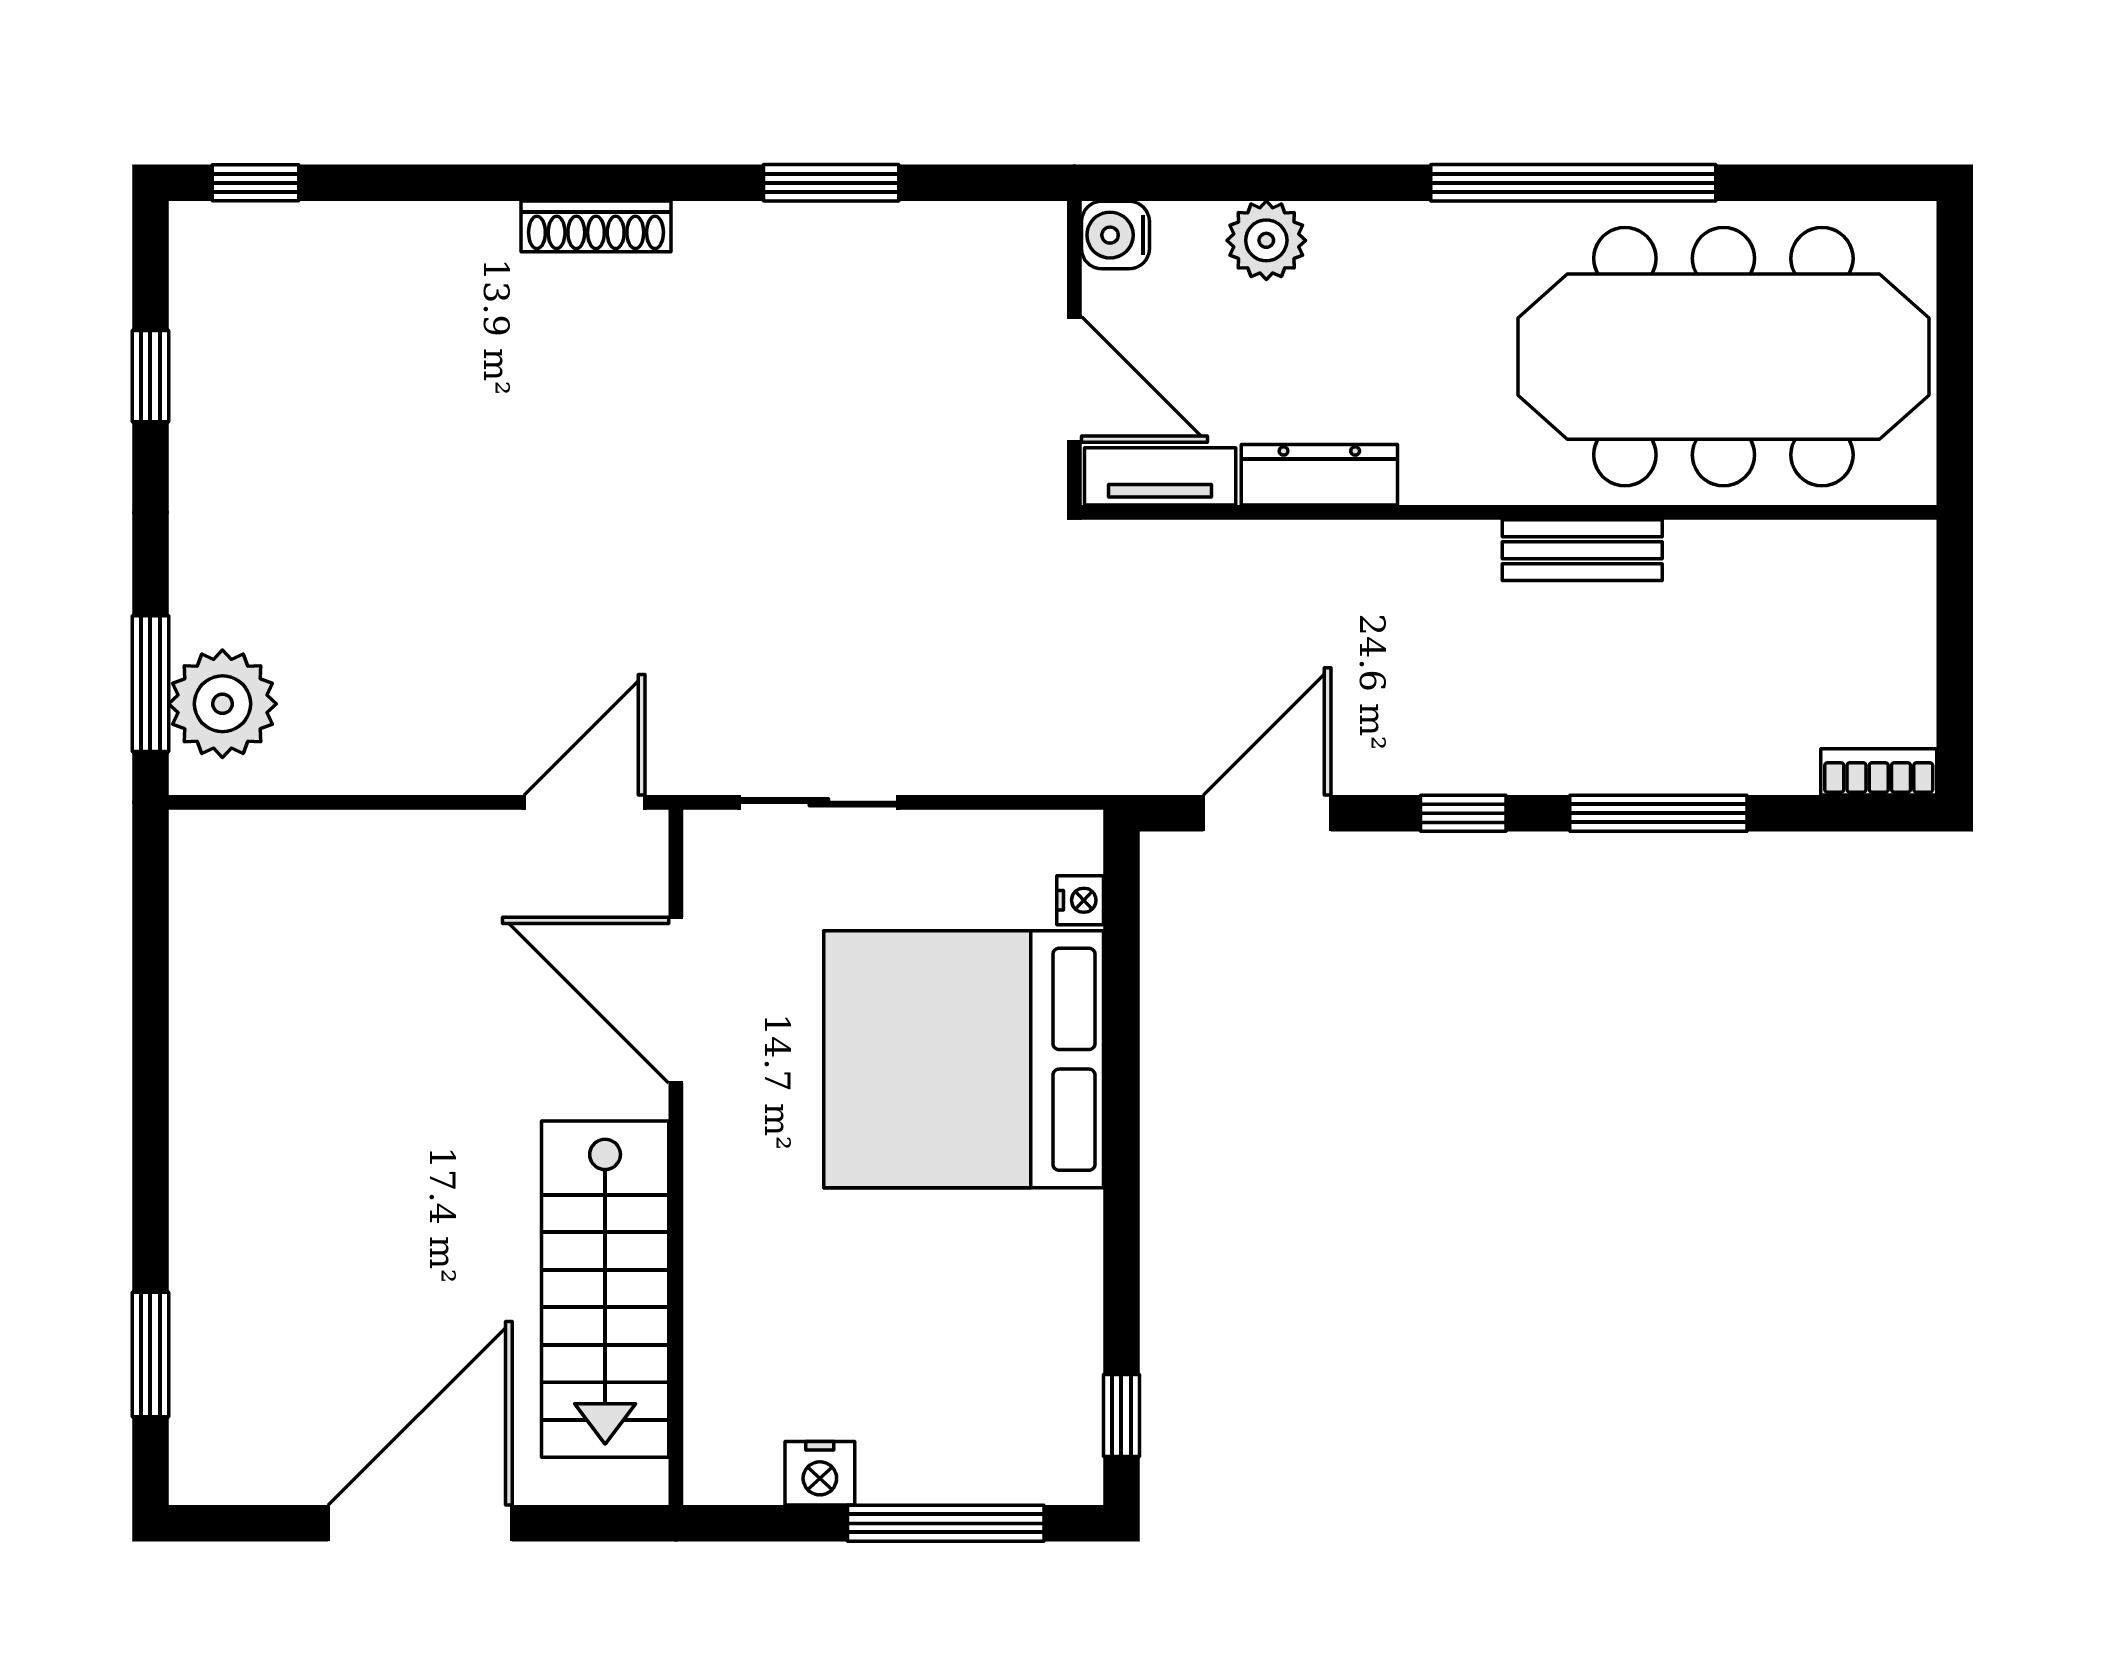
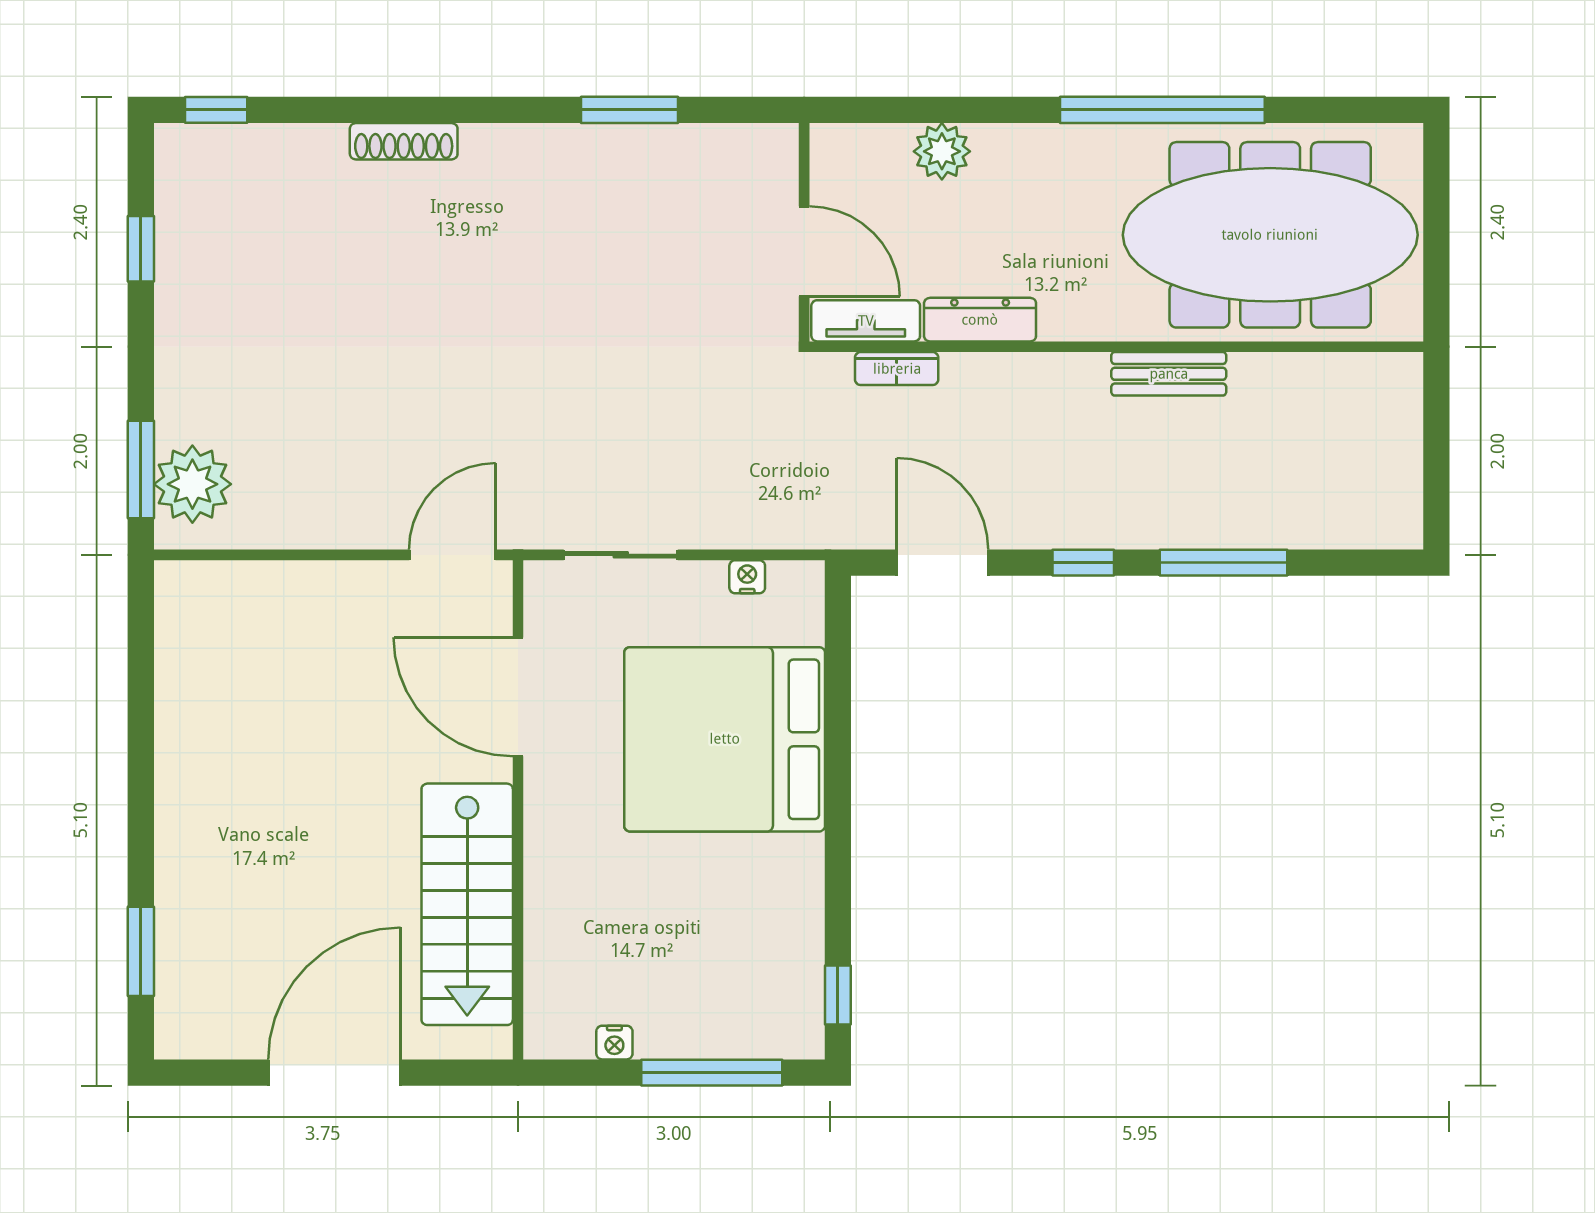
shoe rack: (596, 226) -> (404, 141), moved
water cooler: (1115, 235) -> (834, 148), removed
bookcase: (1879, 772) -> (897, 369), moved, turned 180
door: (1267, 813) -> (943, 563), hinge flipped
nightstand: (1080, 900) -> (747, 577), moved, turned -90
nightstand: (820, 1473) -> (614, 1043), width x0.72, depth x0.74

